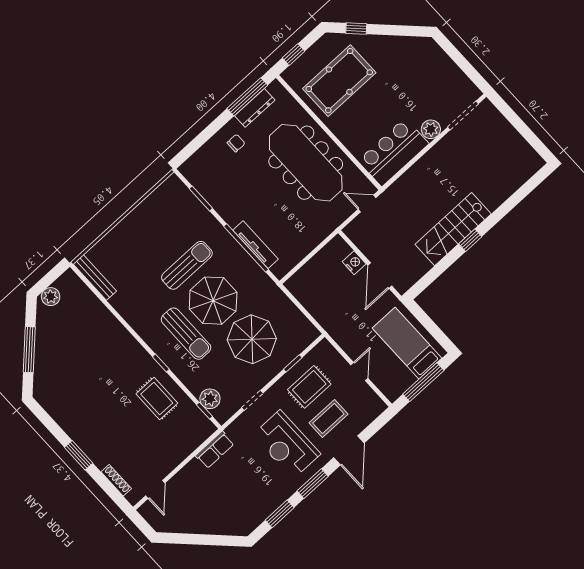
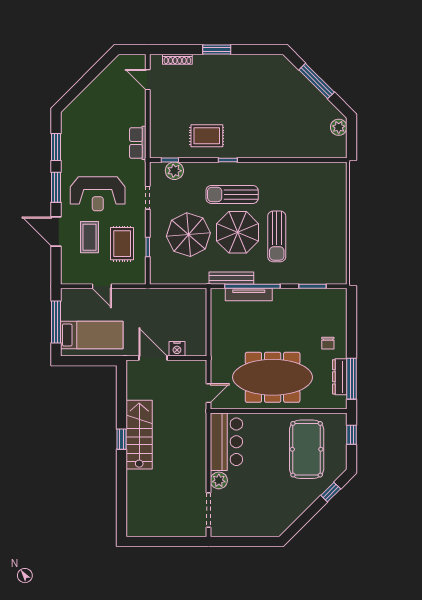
bench: (95, 277) -> (231, 278), moved
reception desk: (287, 444) -> (98, 194), turned 180

